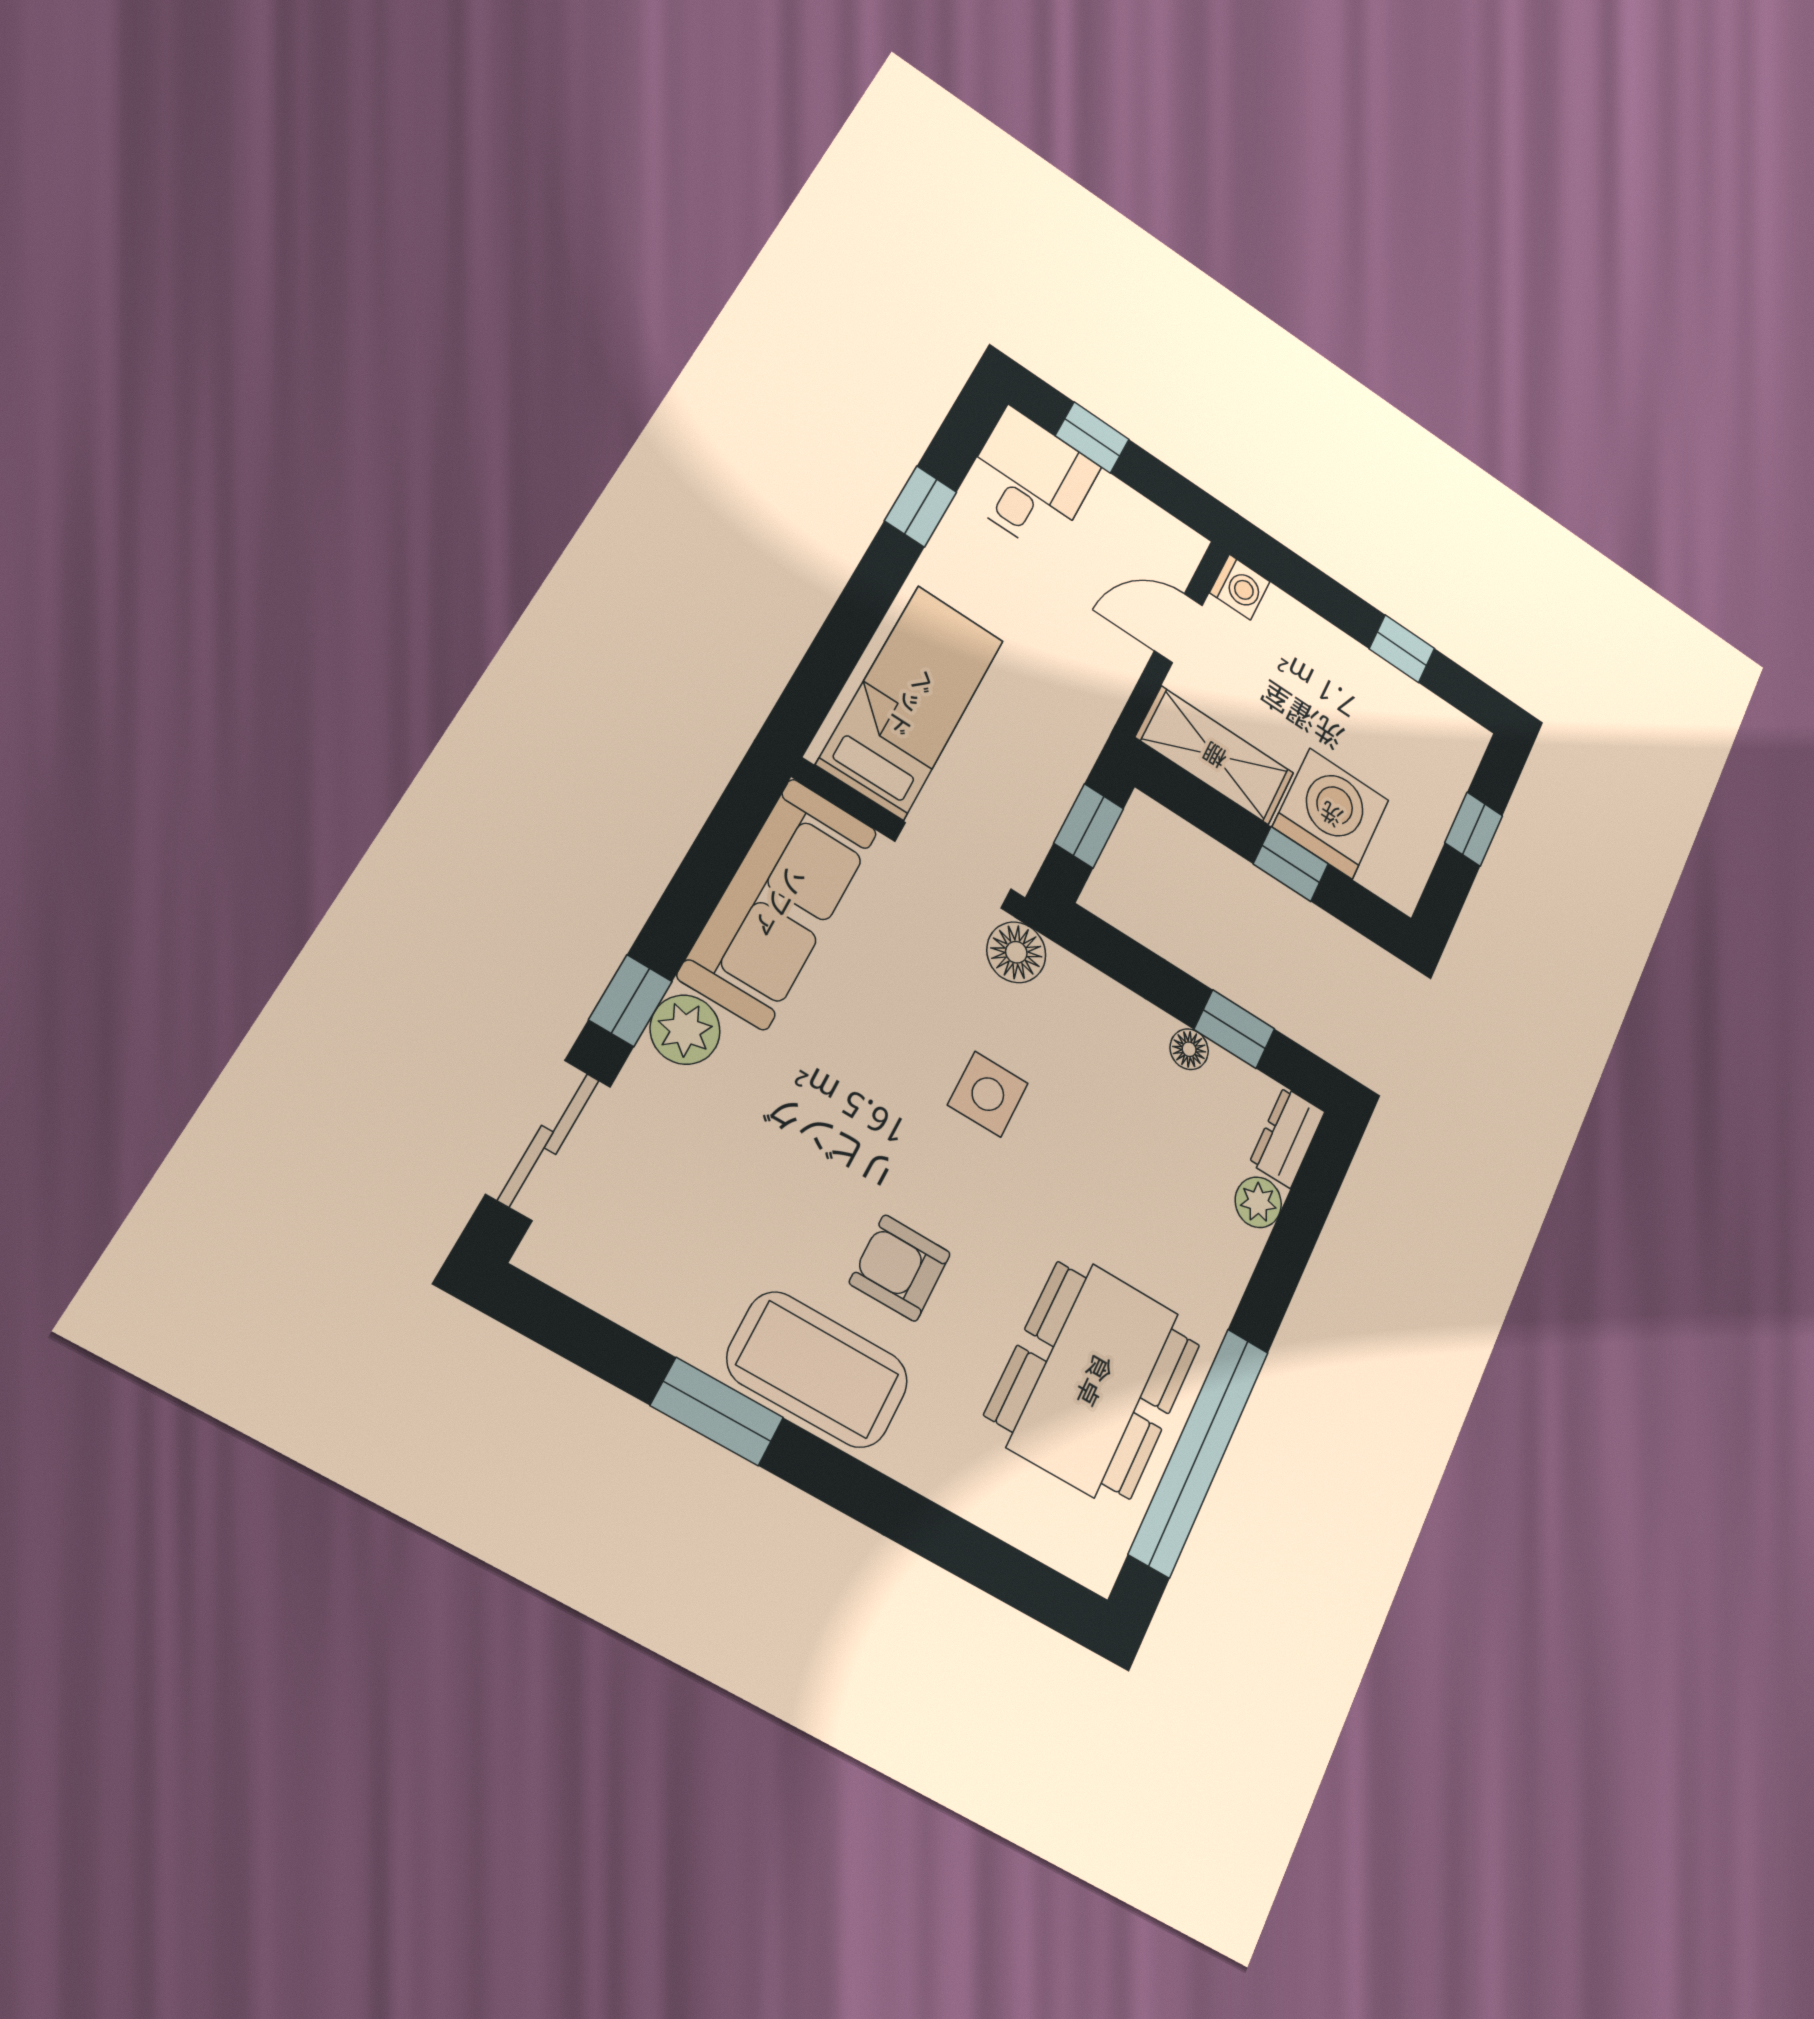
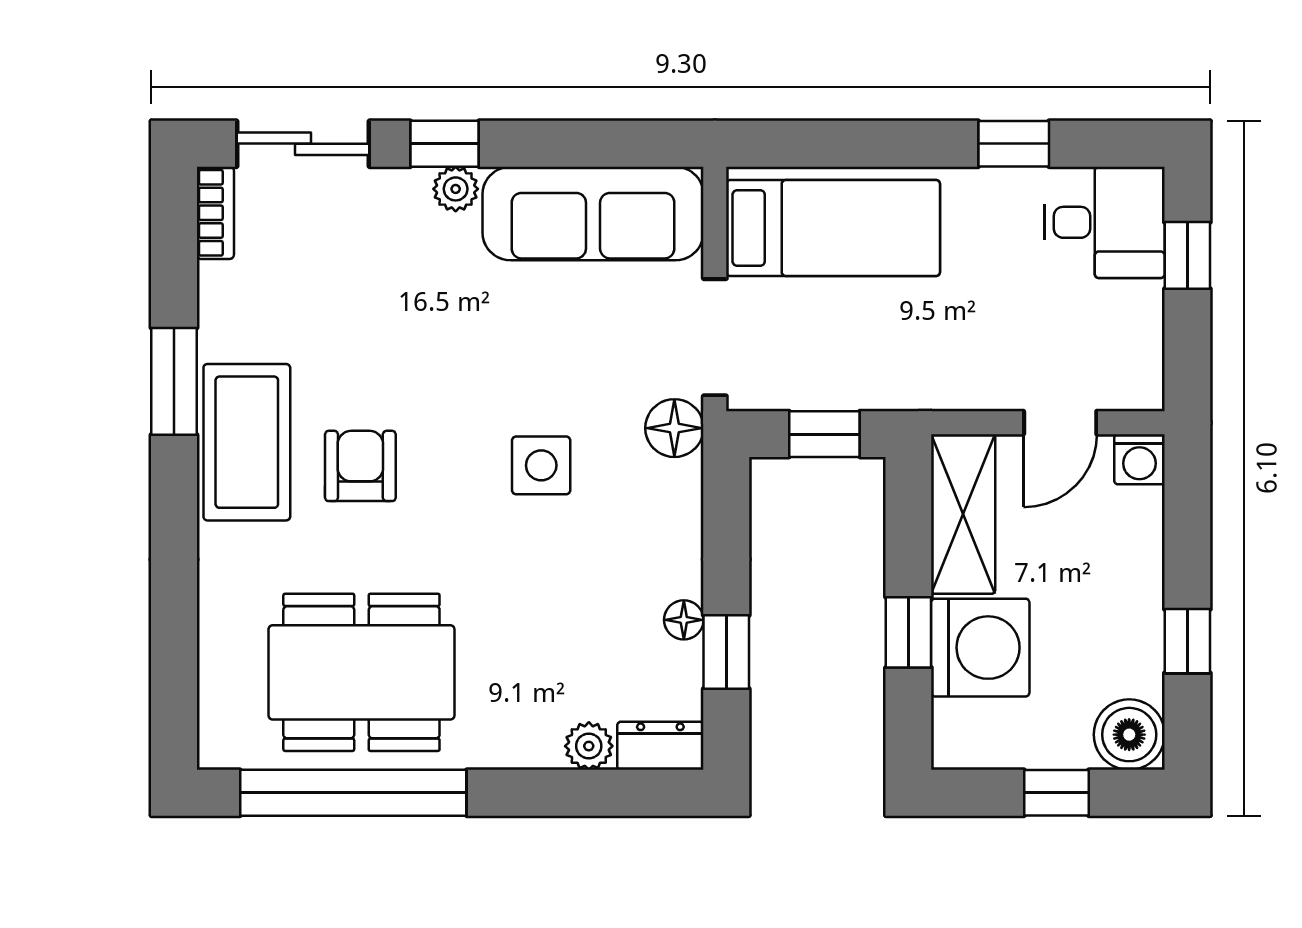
door: (1178, 628) -> (1060, 423), swing flipped
boiler: (1454, 742) -> (1129, 735), added
plant: (685, 1030) -> (456, 189), width x0.73, depth x0.73
bookcase: (568, 1271) -> (215, 213), added

